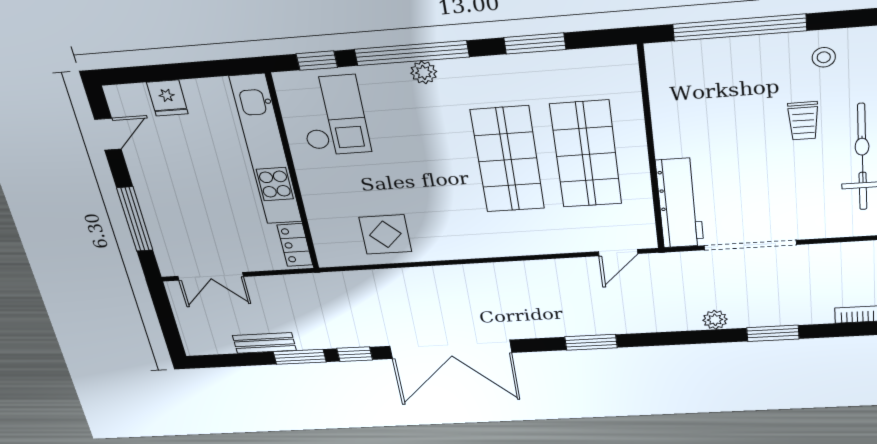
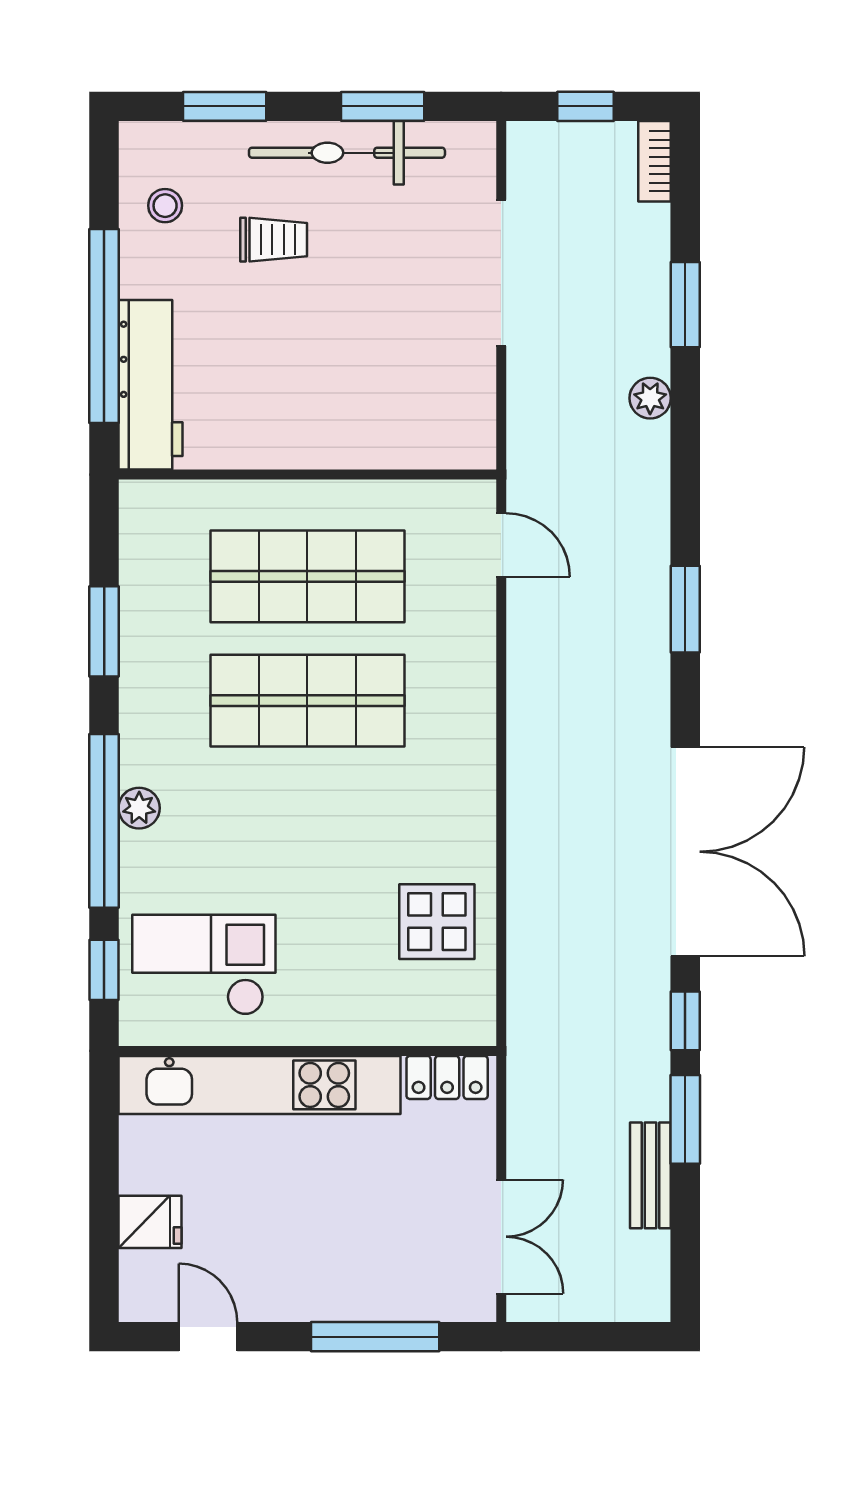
workbench: (680, 203) -> (150, 385), moved, turned 90
doorway: (750, 245) -> (501, 273), moved

